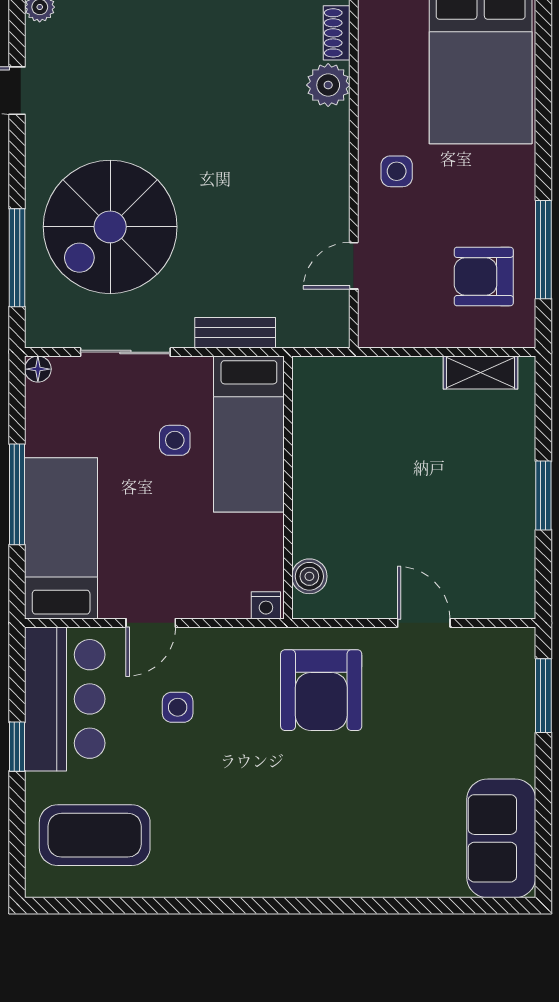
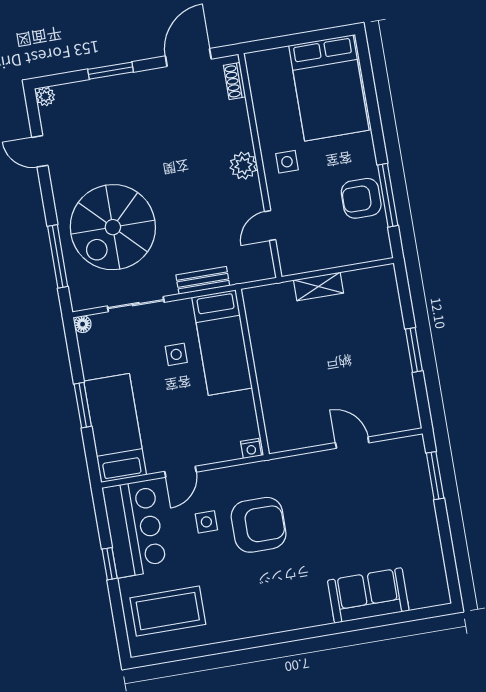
plant: (328, 85) -> (243, 166), moved
armchair: (484, 276) -> (361, 198), moved
shelving: (481, 373) -> (319, 287), moved
window: (17, 494) -> (83, 405), width x0.69
boiler: (309, 576) -> (275, 426), removed
armchair: (321, 690) -> (259, 525), moved, turned -90
sofa: (501, 838) -> (368, 595), moved, turned 90

